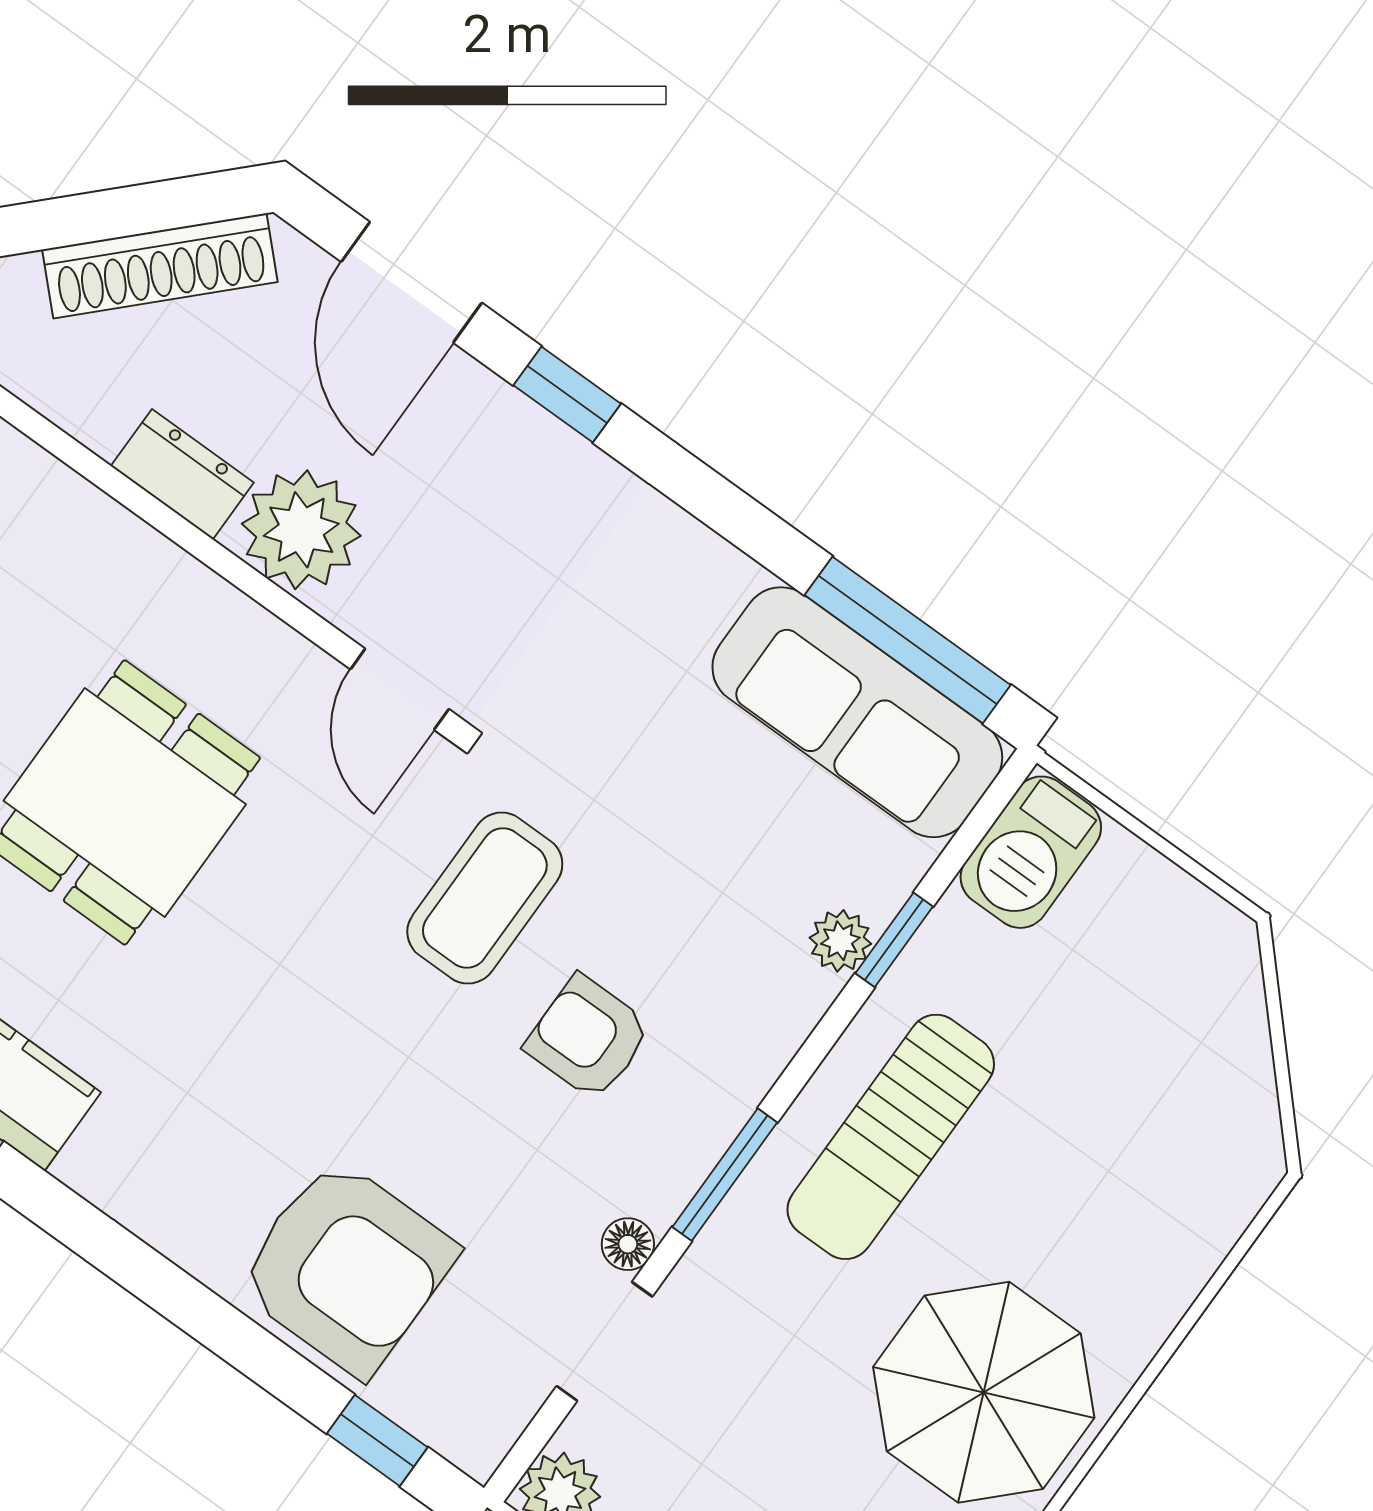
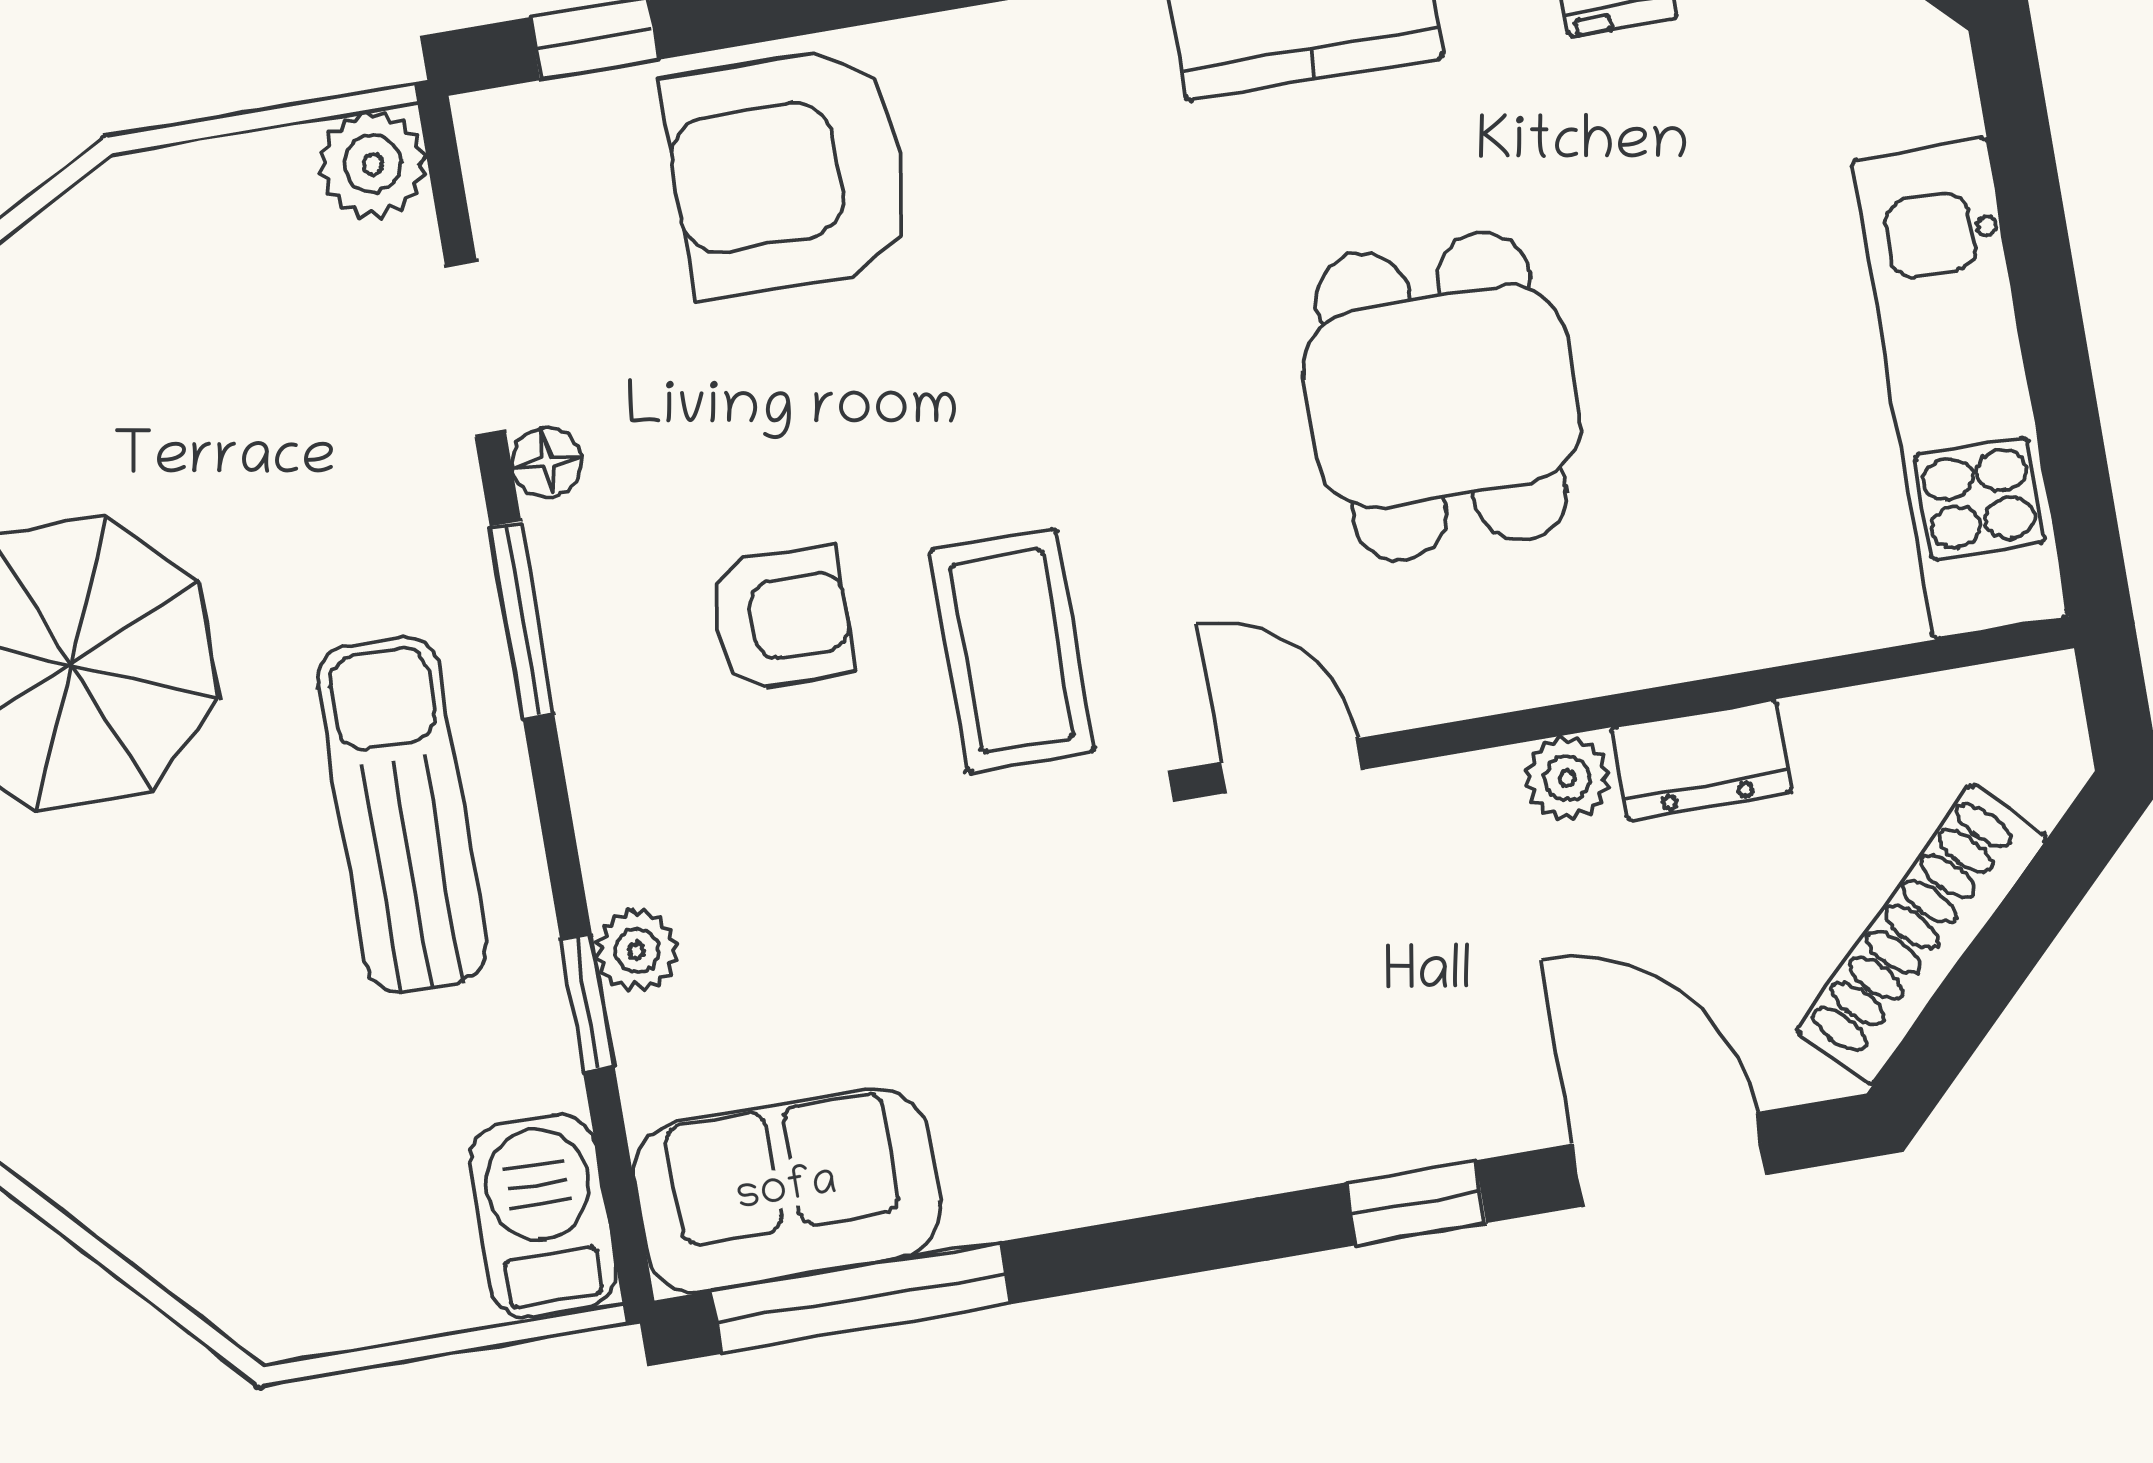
plant: (301, 530) -> (1567, 778), width x0.53, depth x0.53
sofa: (857, 712) -> (787, 1191), width x0.73

